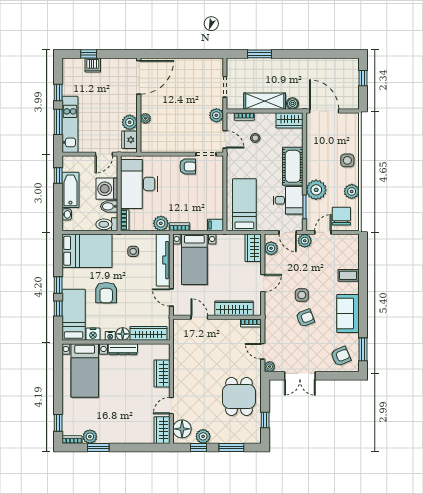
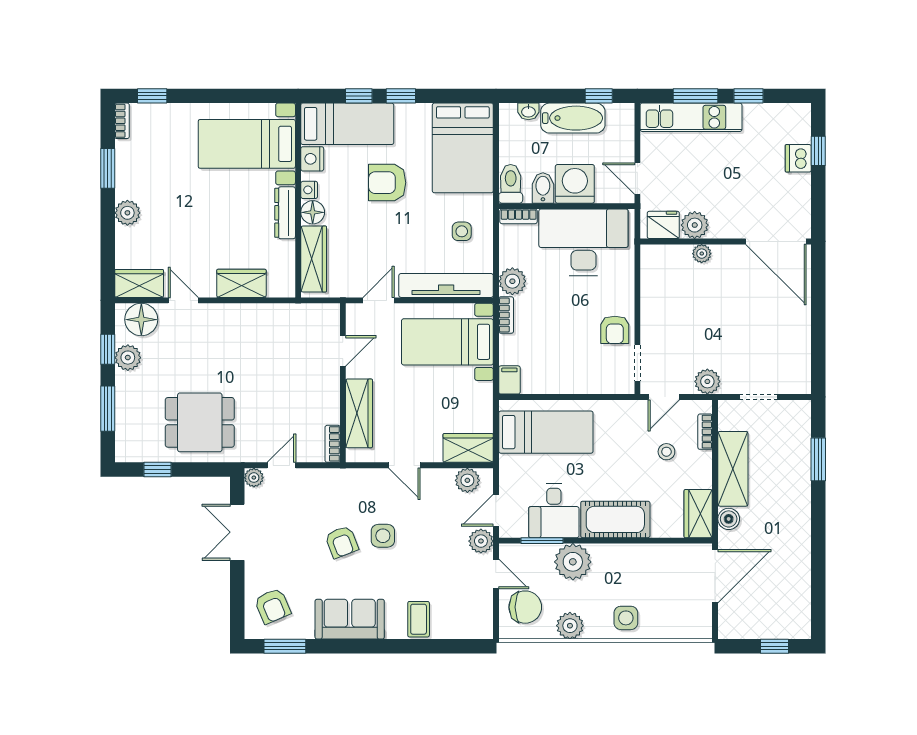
plant: (90, 437) -> (127, 213), moved

